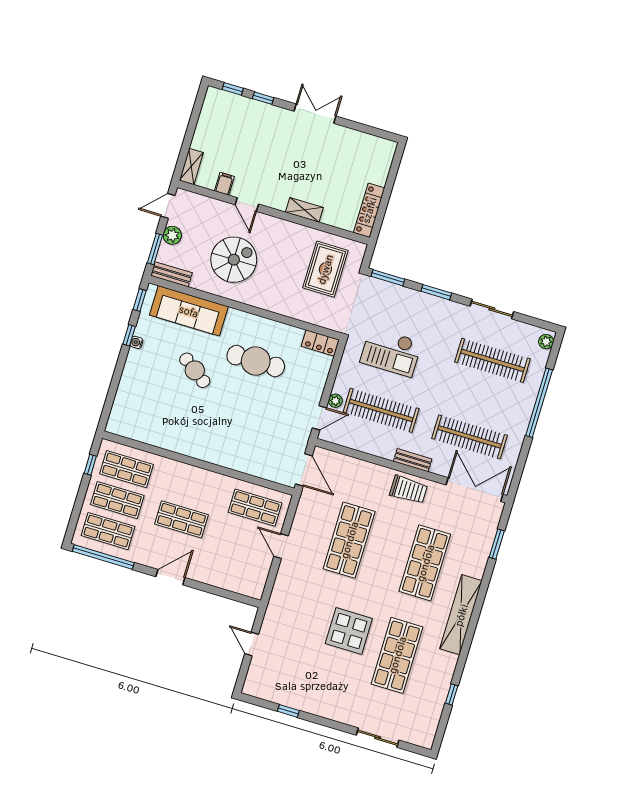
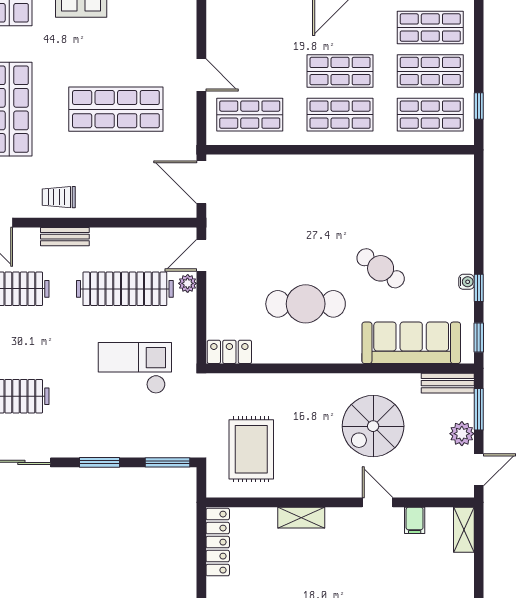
shop shelf: (191, 488) -> (340, 115), added
trolley: (409, 490) -> (59, 197), width x0.73, depth x0.72
shop shelf: (349, 540) -> (116, 109), turned 90

